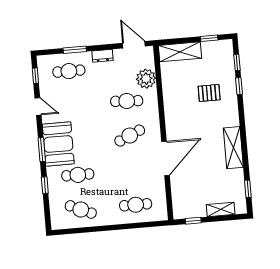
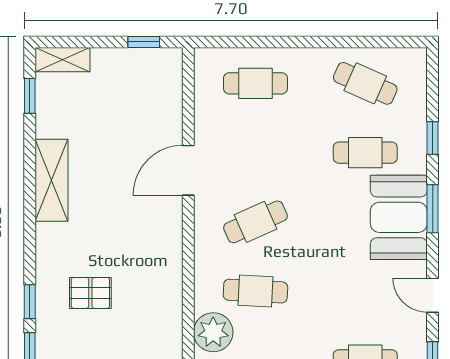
door: (166, 158) -> (188, 170), width x0.73
shelving: (221, 209) -> (63, 60), moved

